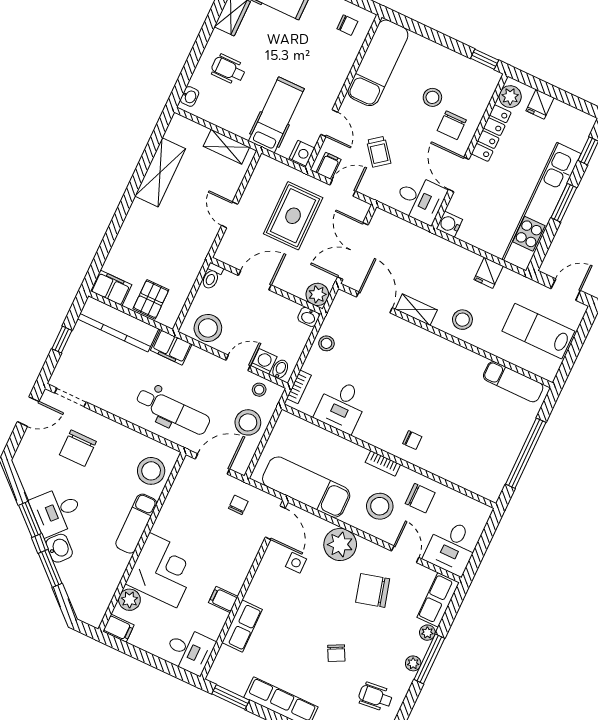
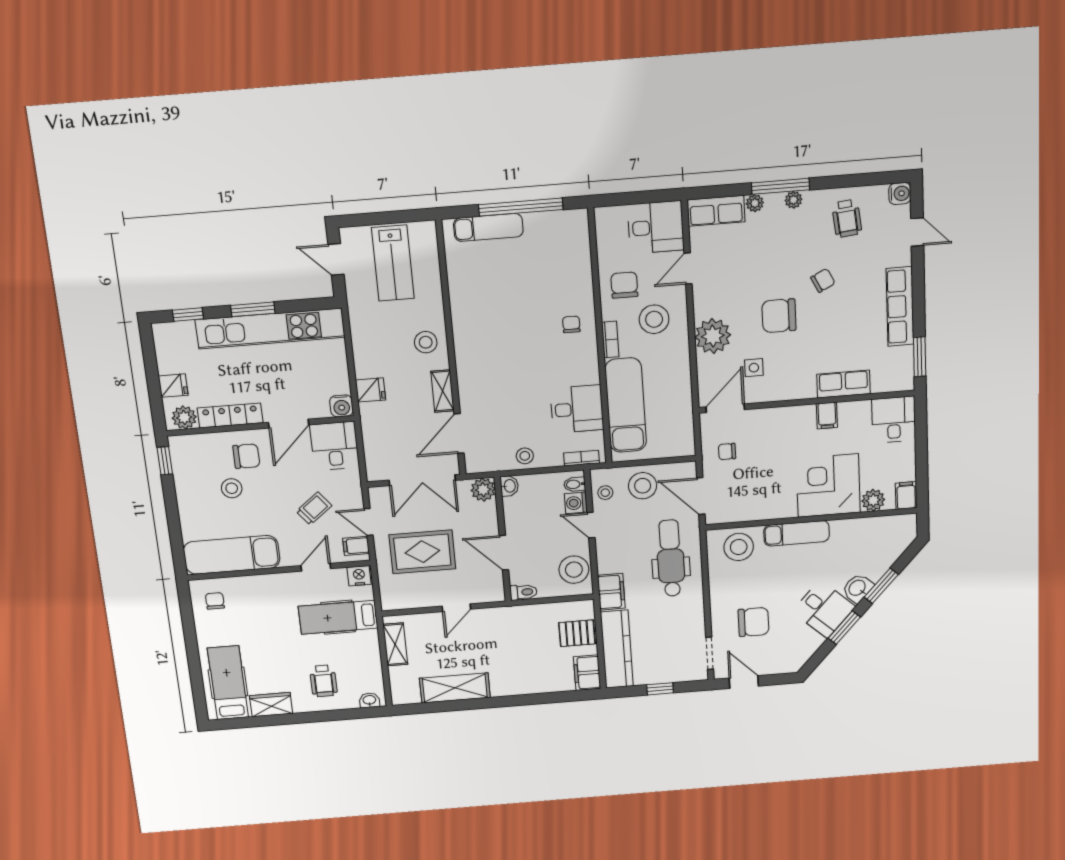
fridge: (489, 273) -> (370, 390), moved
exam couch: (513, 382) -> (488, 227), moved, turned 90
exam couch: (306, 487) -> (626, 405), moved, turned 180
chair: (373, 591) -> (779, 316), moved, turned 105

